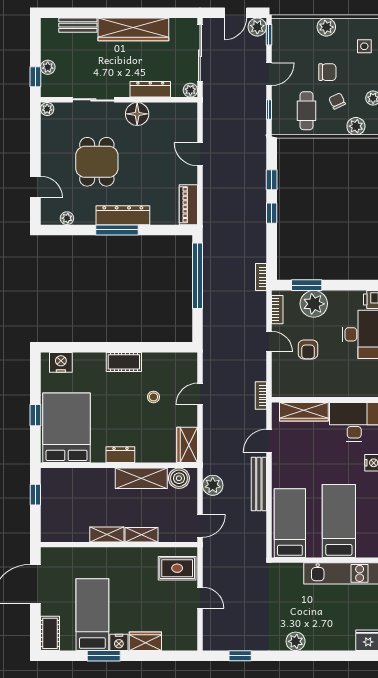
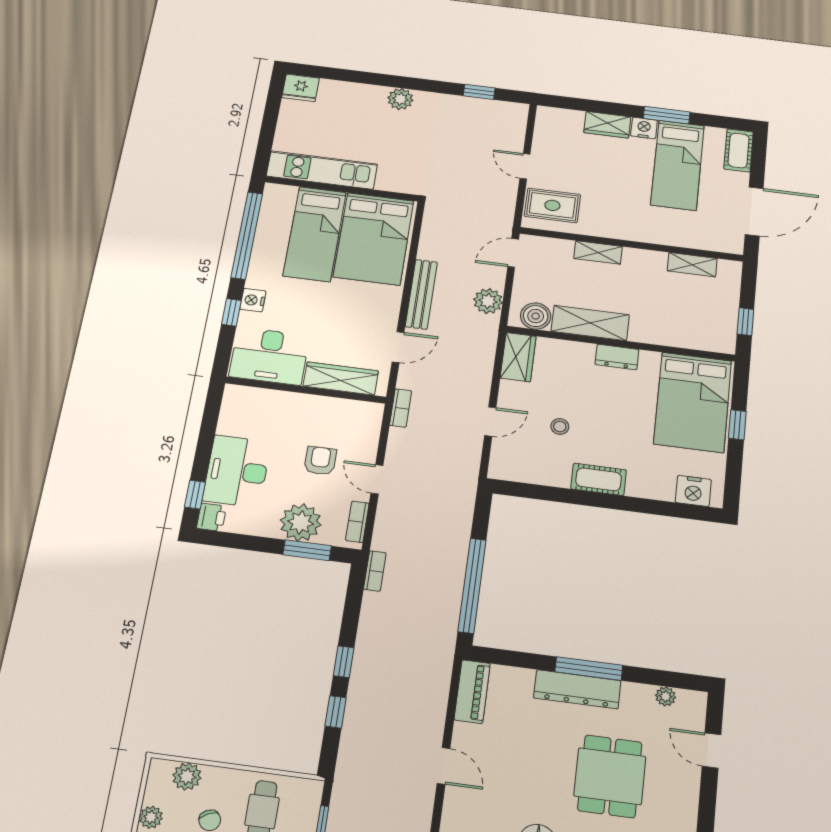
bed: (290, 523) -> (374, 239), width x1.50
shelving: (107, 534) -> (692, 265), moved

